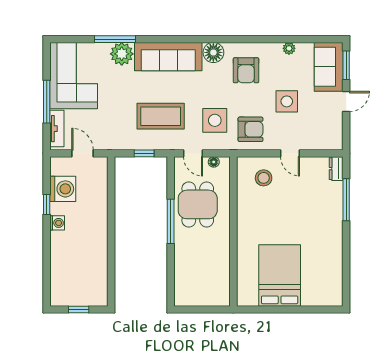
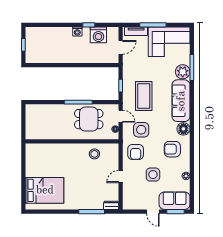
door: (193, 153) -> (121, 116), swing flipped
stool: (264, 178) -> (94, 154), moved
bed: (280, 275) -> (45, 190), moved

